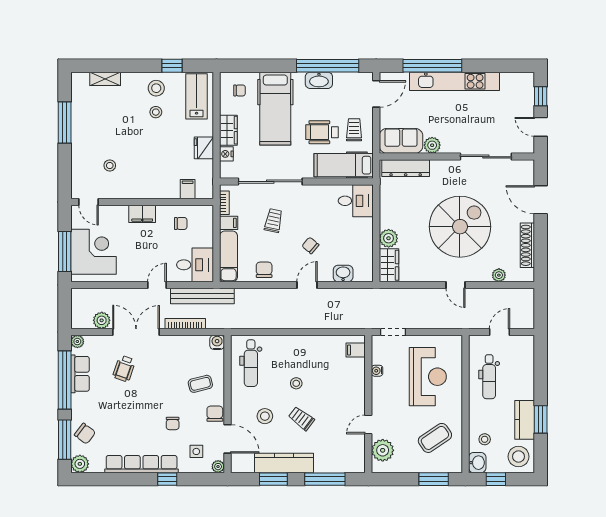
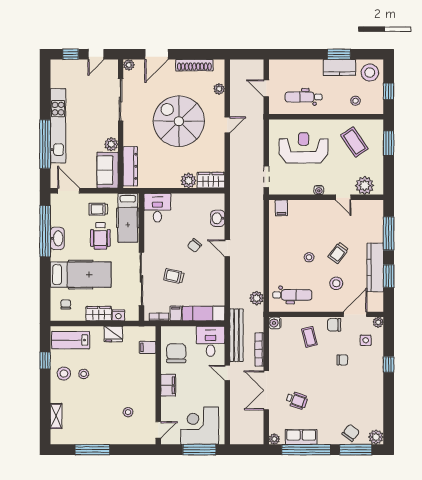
plant: (528, 166) -> (129, 65), added
chair: (181, 223) -> (176, 353), width x1.87, depth x1.87
chair: (264, 270) -> (215, 284), removed
plant: (102, 320) -> (257, 298), moved
water cooler: (377, 371) -> (319, 190), moved
dental chair: (489, 377) -> (304, 97), turned 180
washbasin: (477, 463) -> (375, 107), removed
row of seats: (142, 464) -> (376, 386), removed

